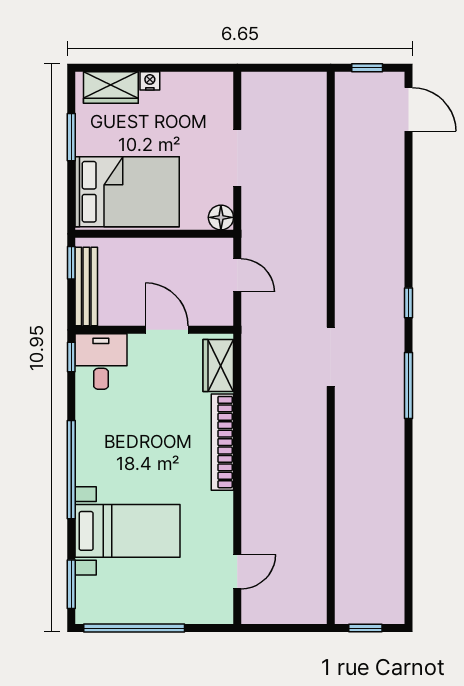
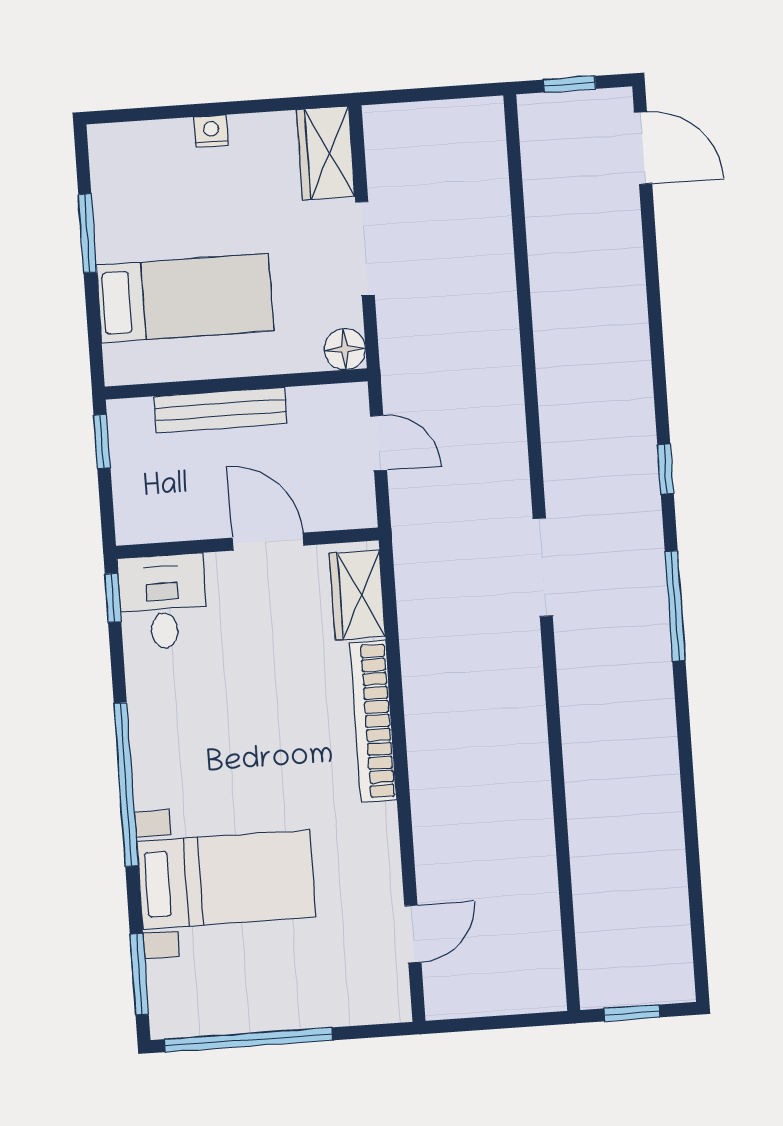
wardrobe: (111, 87) -> (326, 153), moved, turned 90
bed: (127, 192) -> (185, 298), width x0.67
bench: (86, 286) -> (220, 410), moved, turned 90

